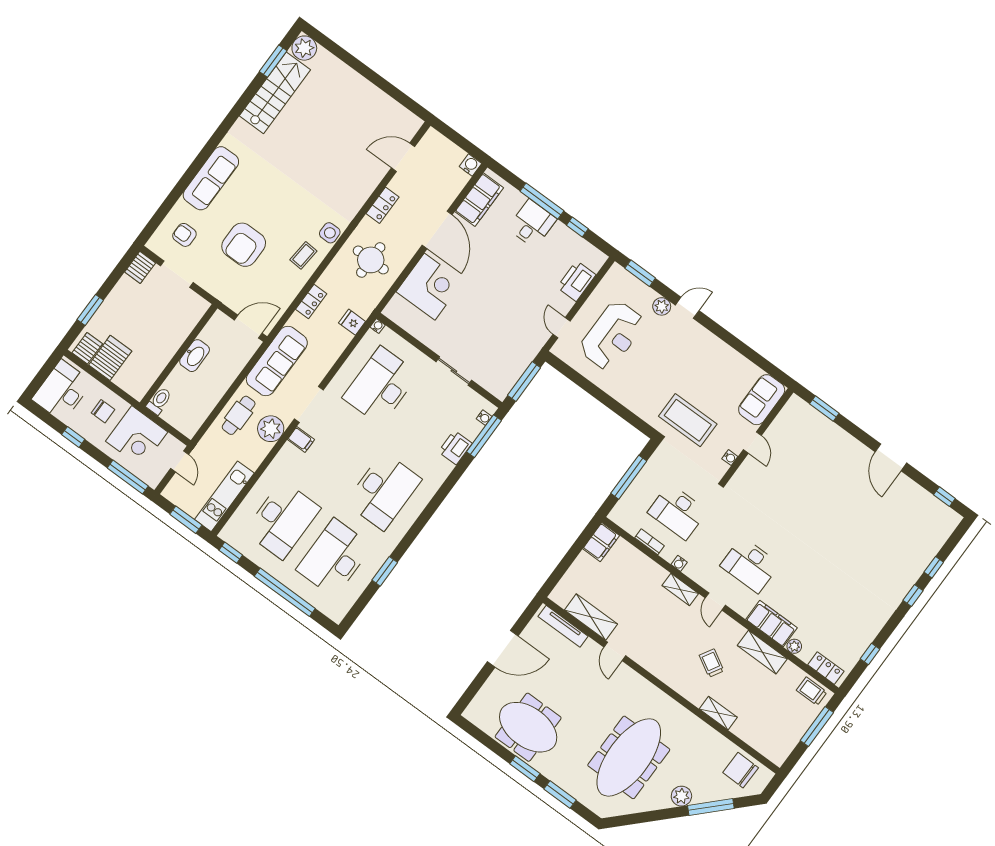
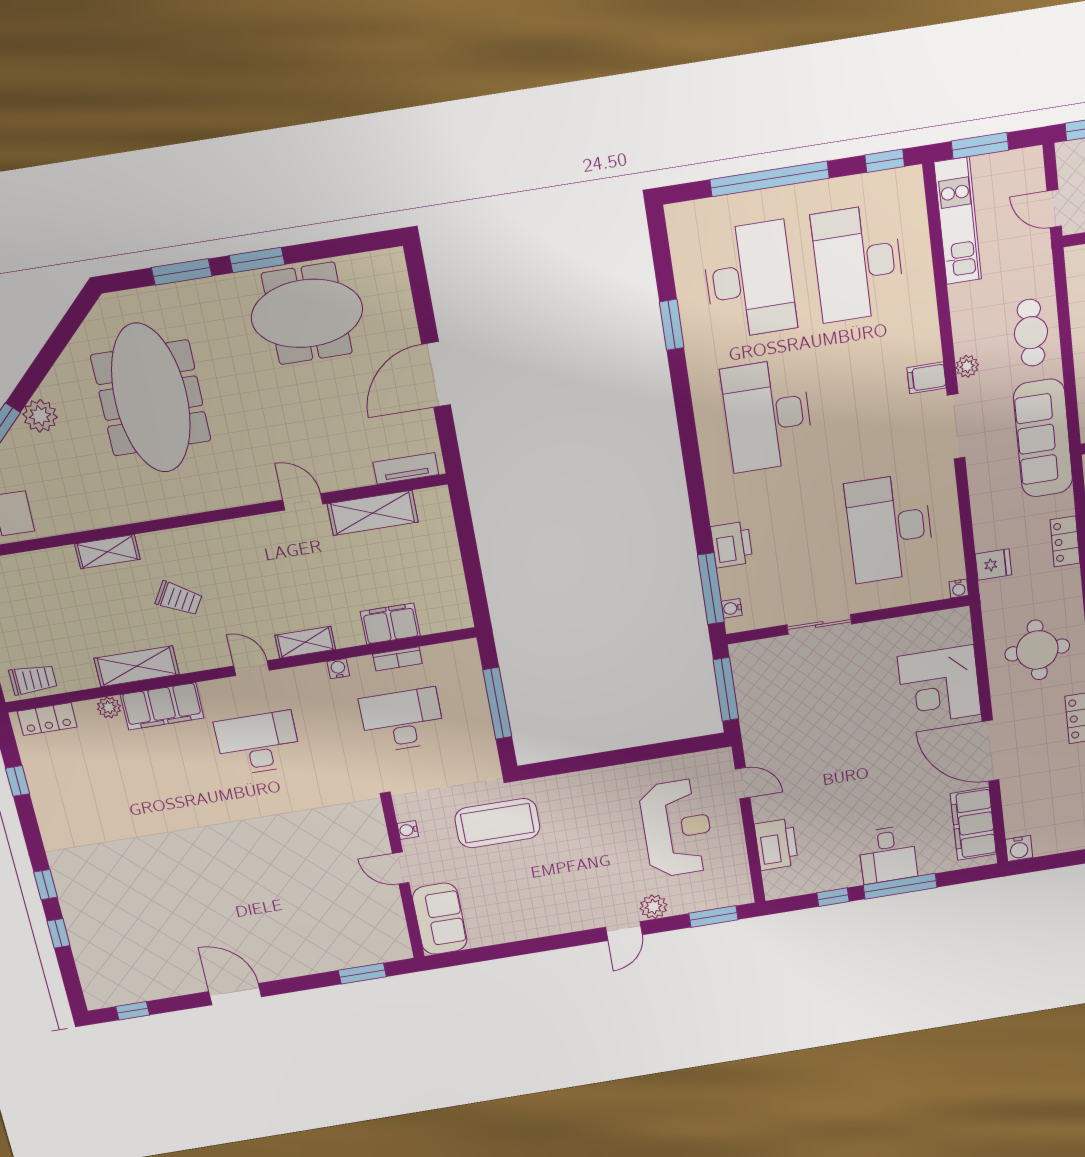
reception desk: (612, 335) -> (677, 828), turned 180
desk: (381, 386) -> (890, 528), turned 180
plant: (271, 429) -> (967, 366), width x0.53, depth x0.53
filing cabinet: (601, 542) -> (390, 624), moved, turned 90
tv unit: (563, 626) -> (406, 468), width x0.71

